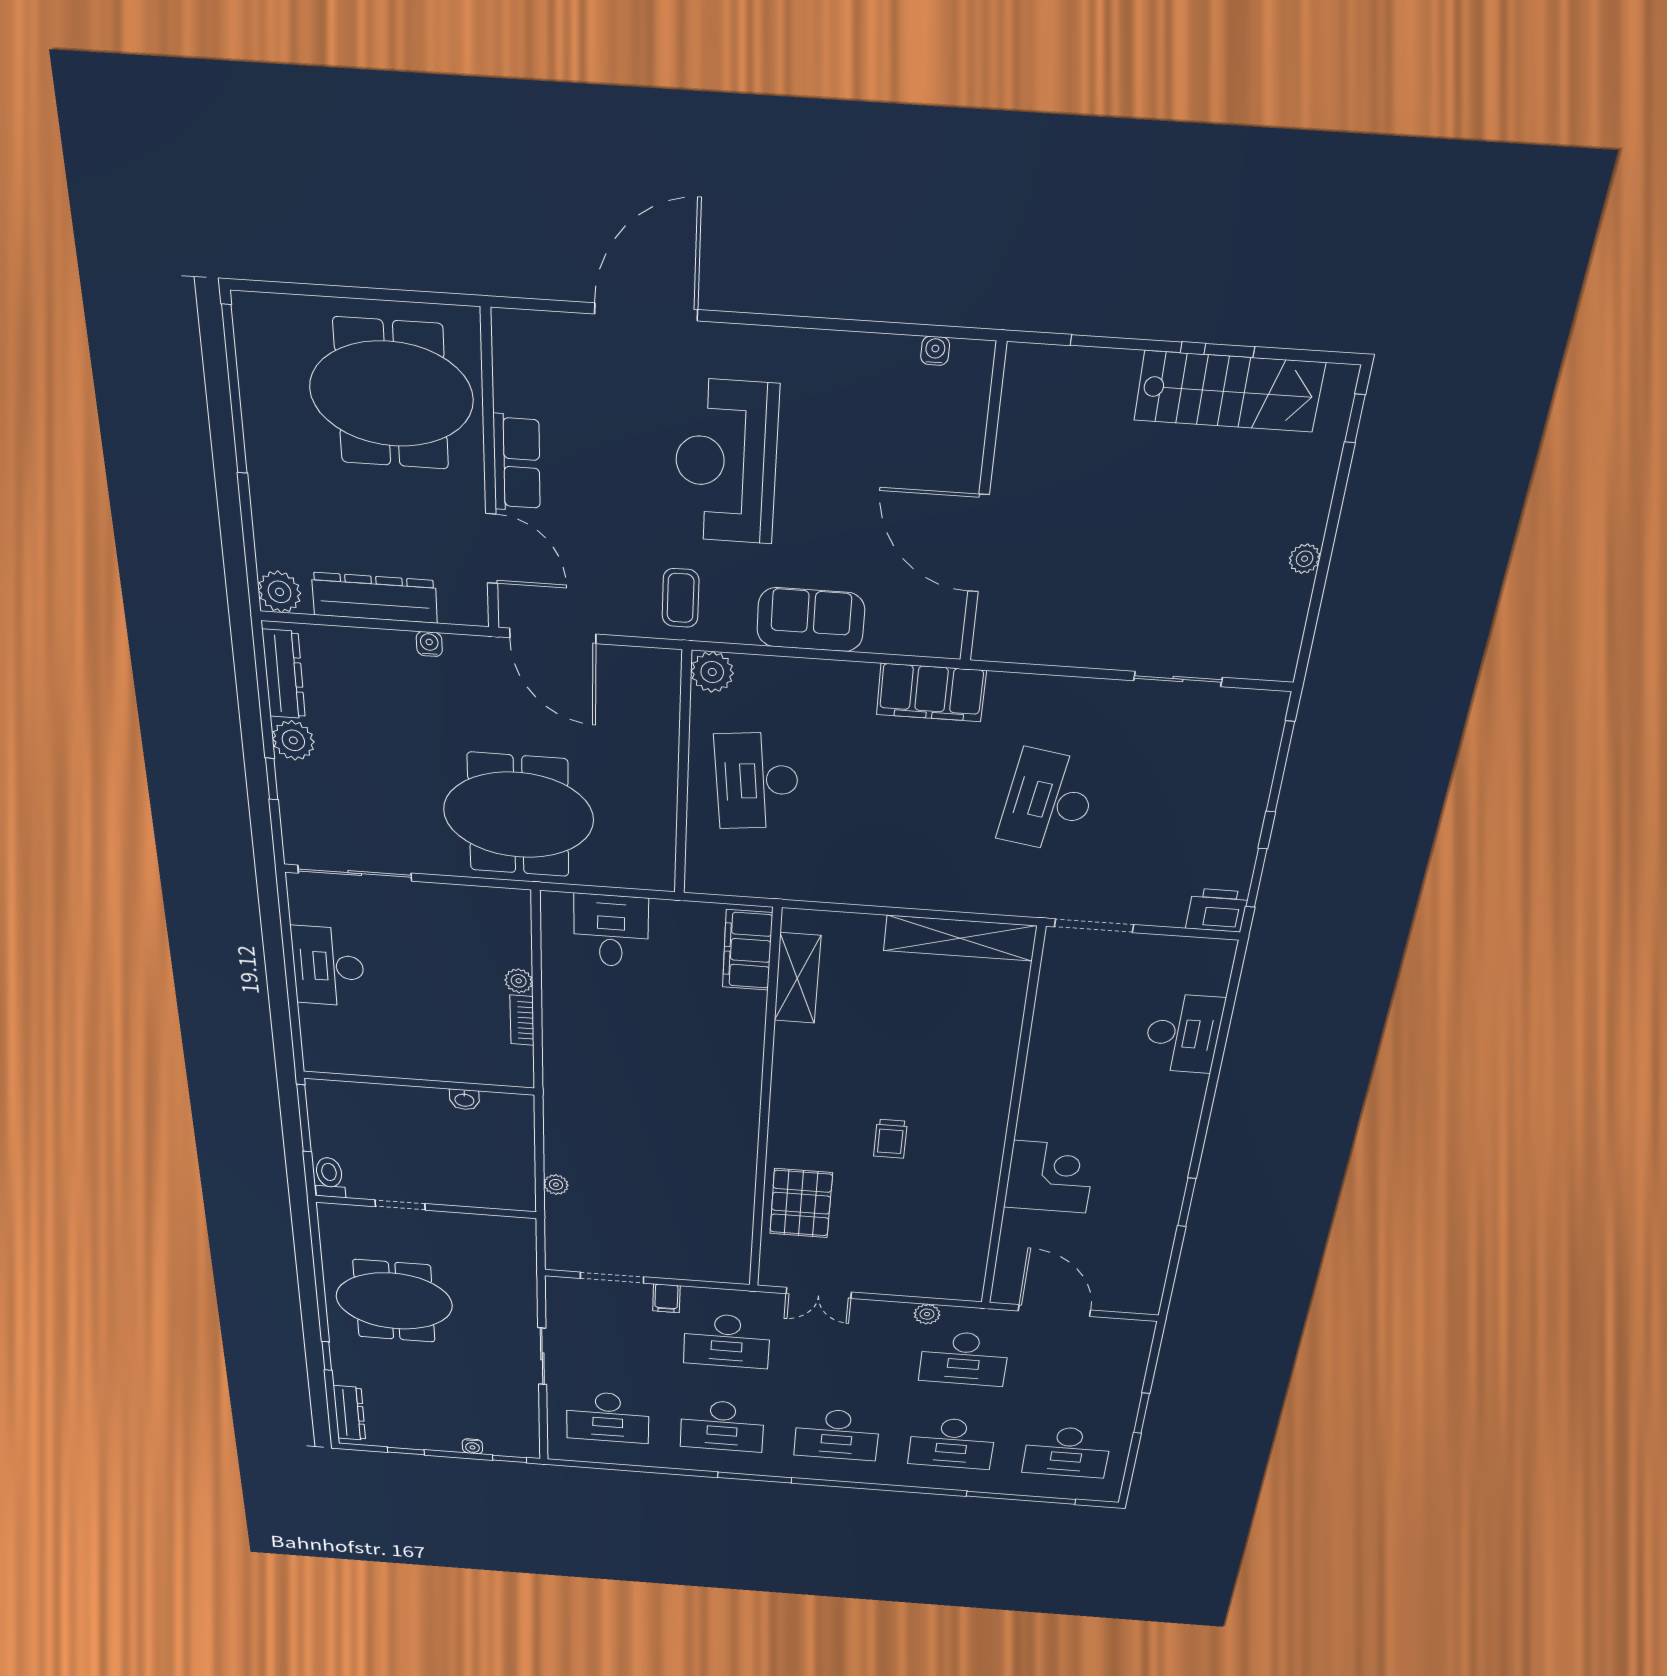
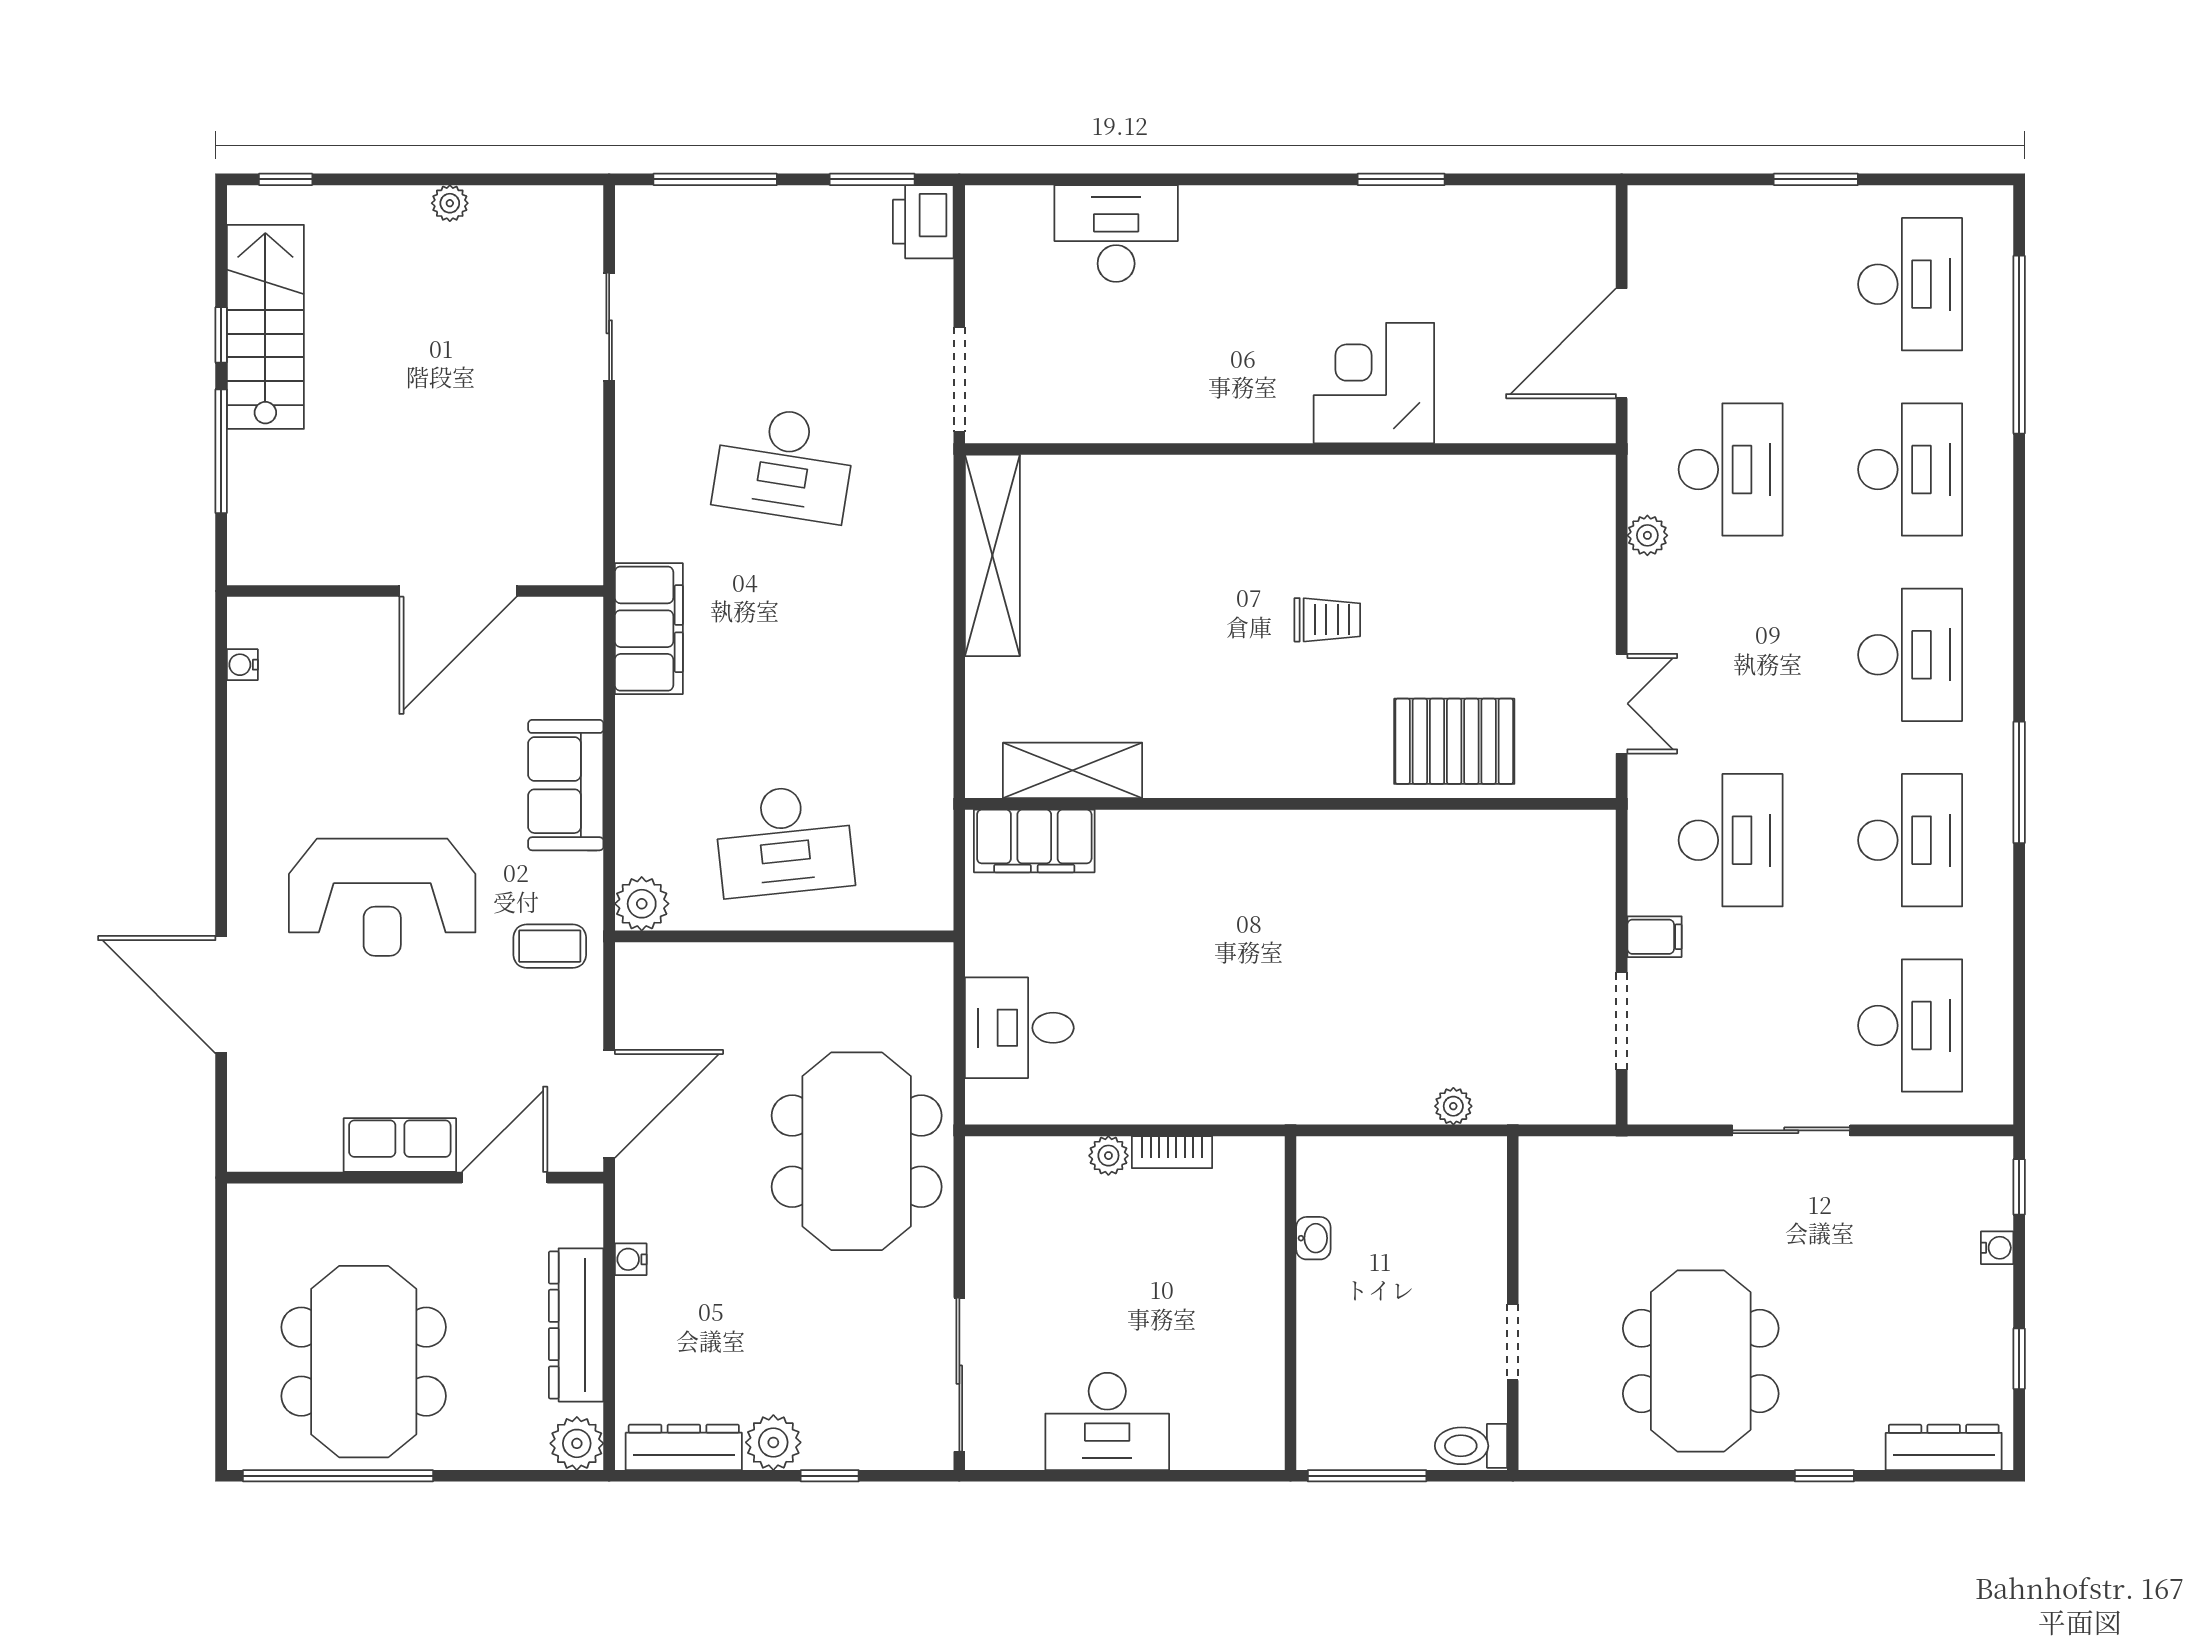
meeting table: (391, 394) -> (364, 1362), moved

